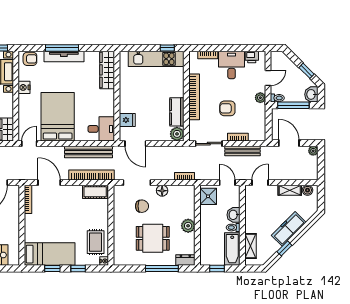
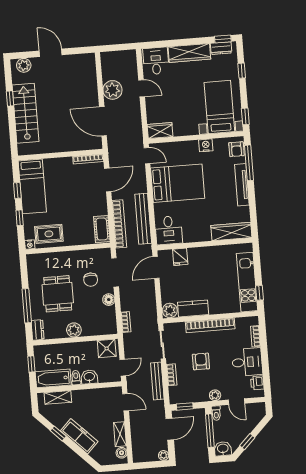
window: (62, 48) -> (249, 163), moved
window: (269, 127) -> (185, 406), added

